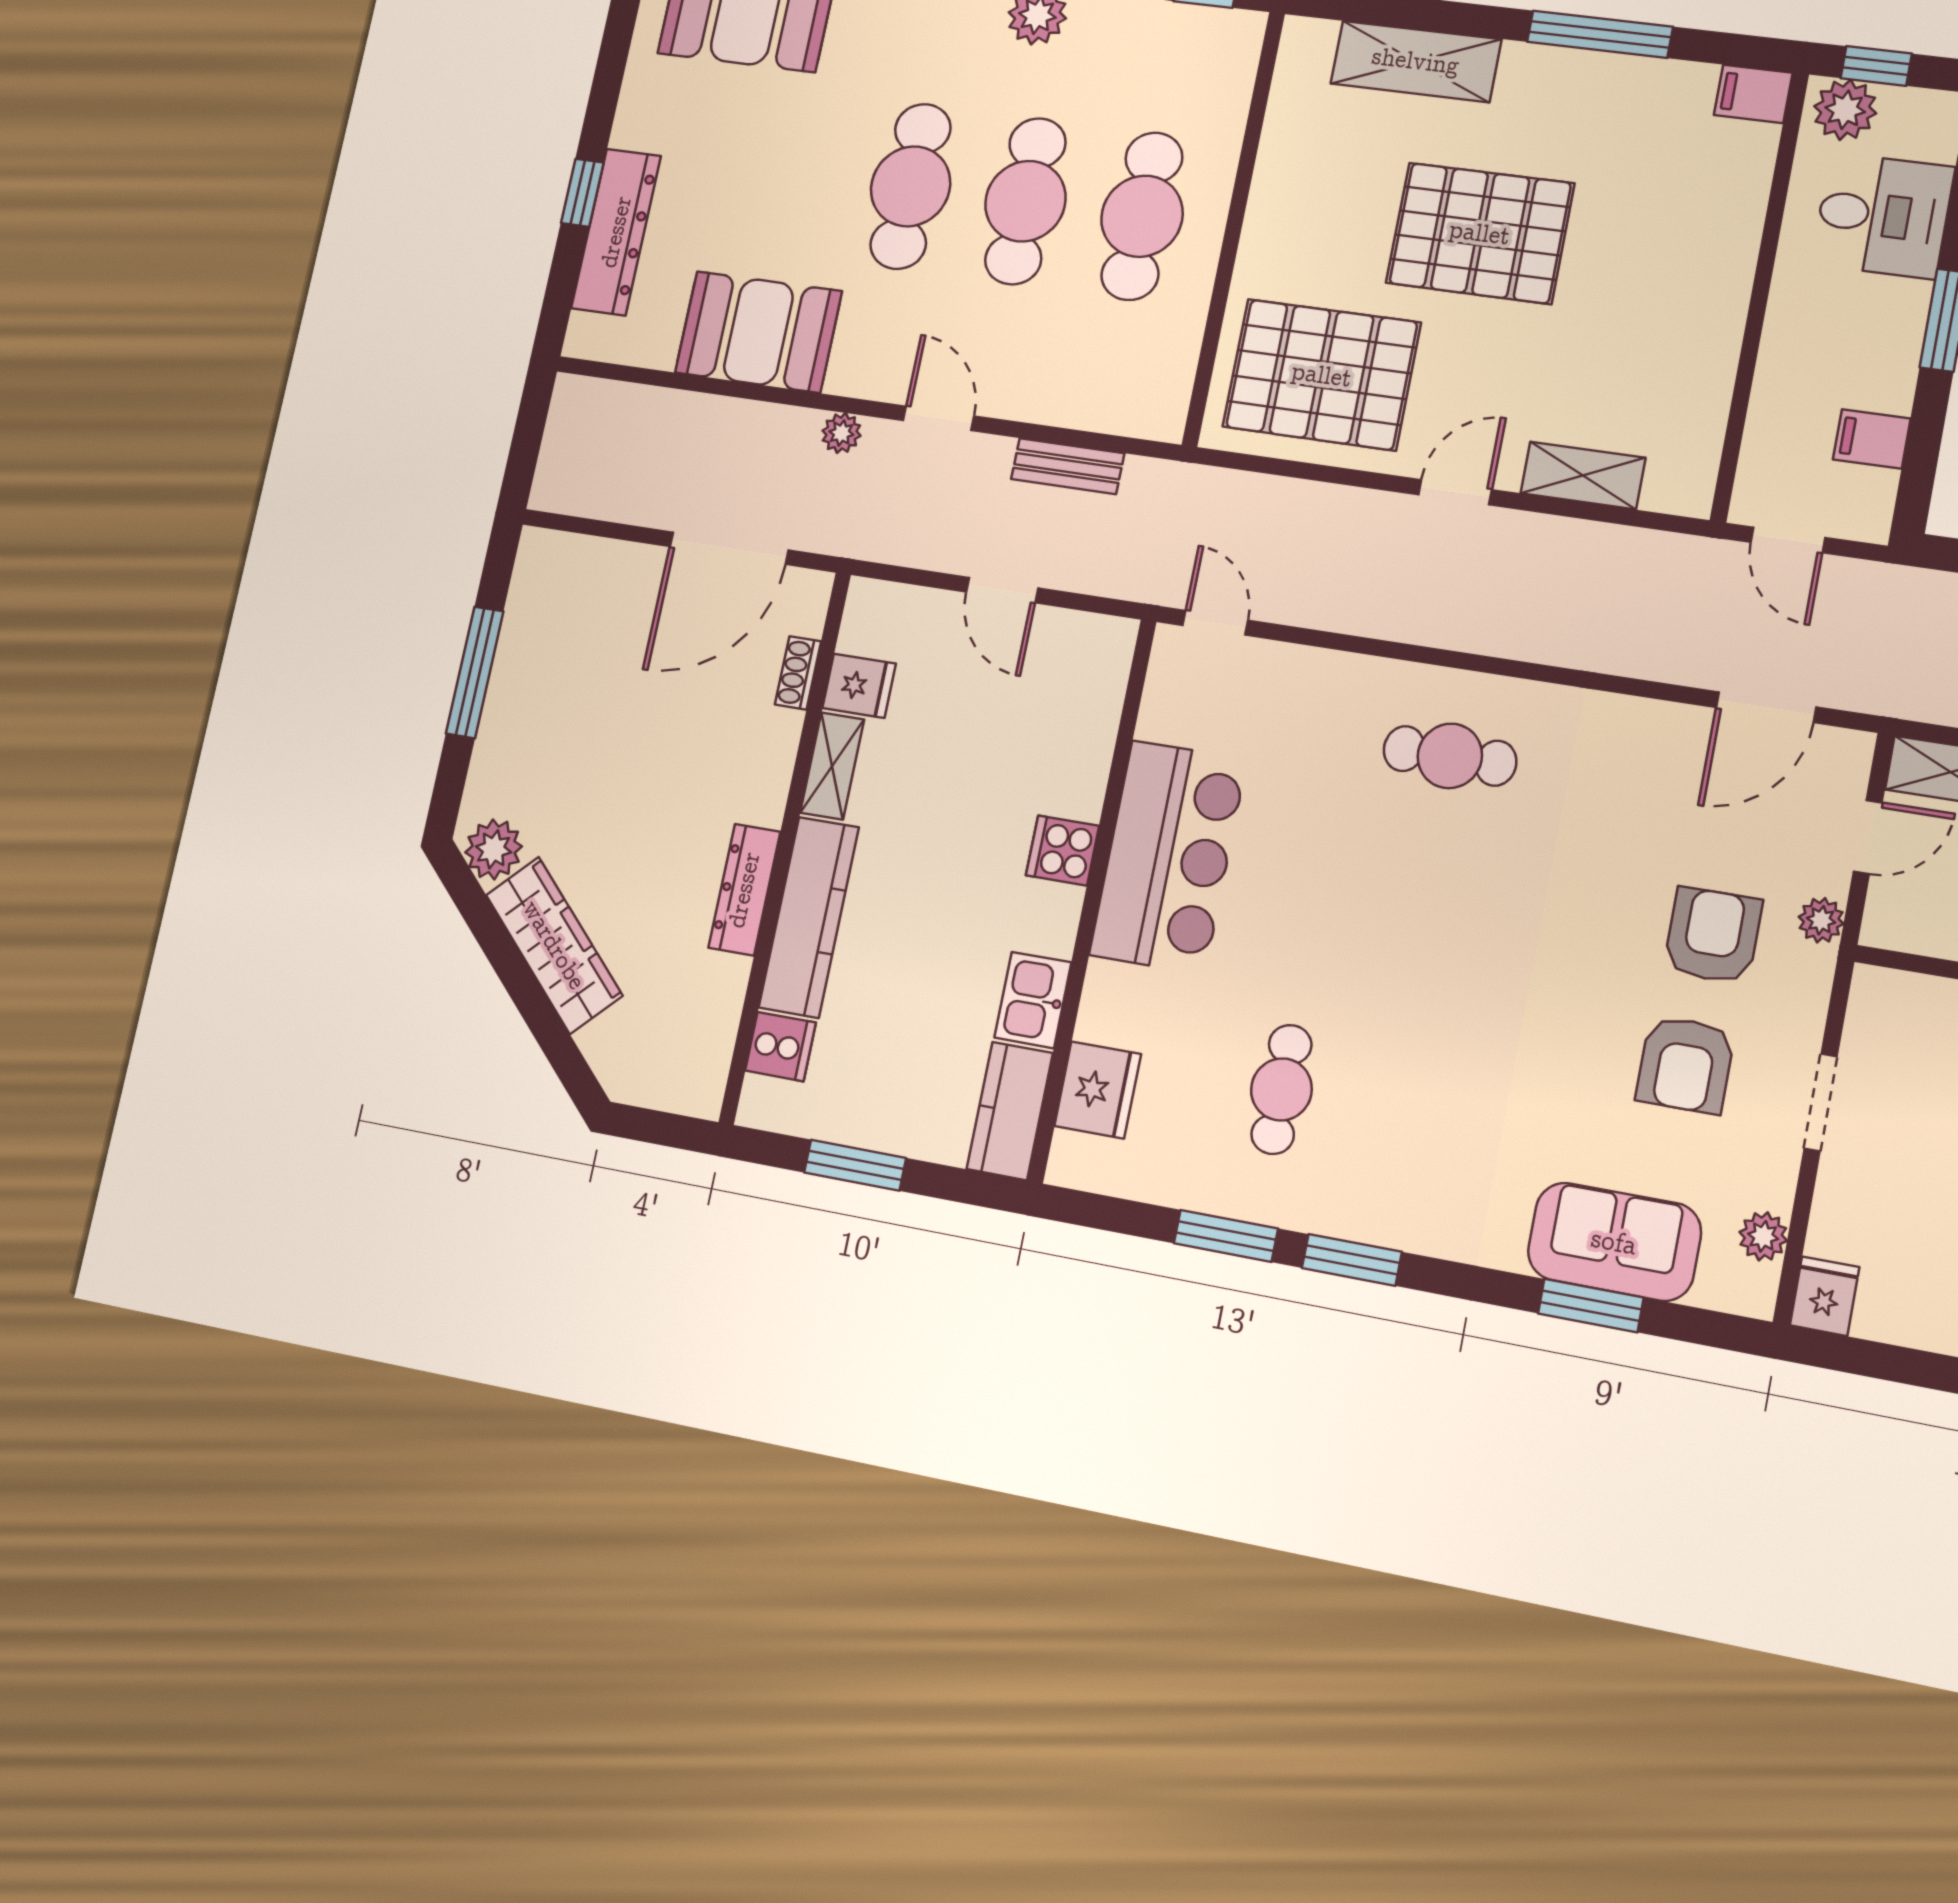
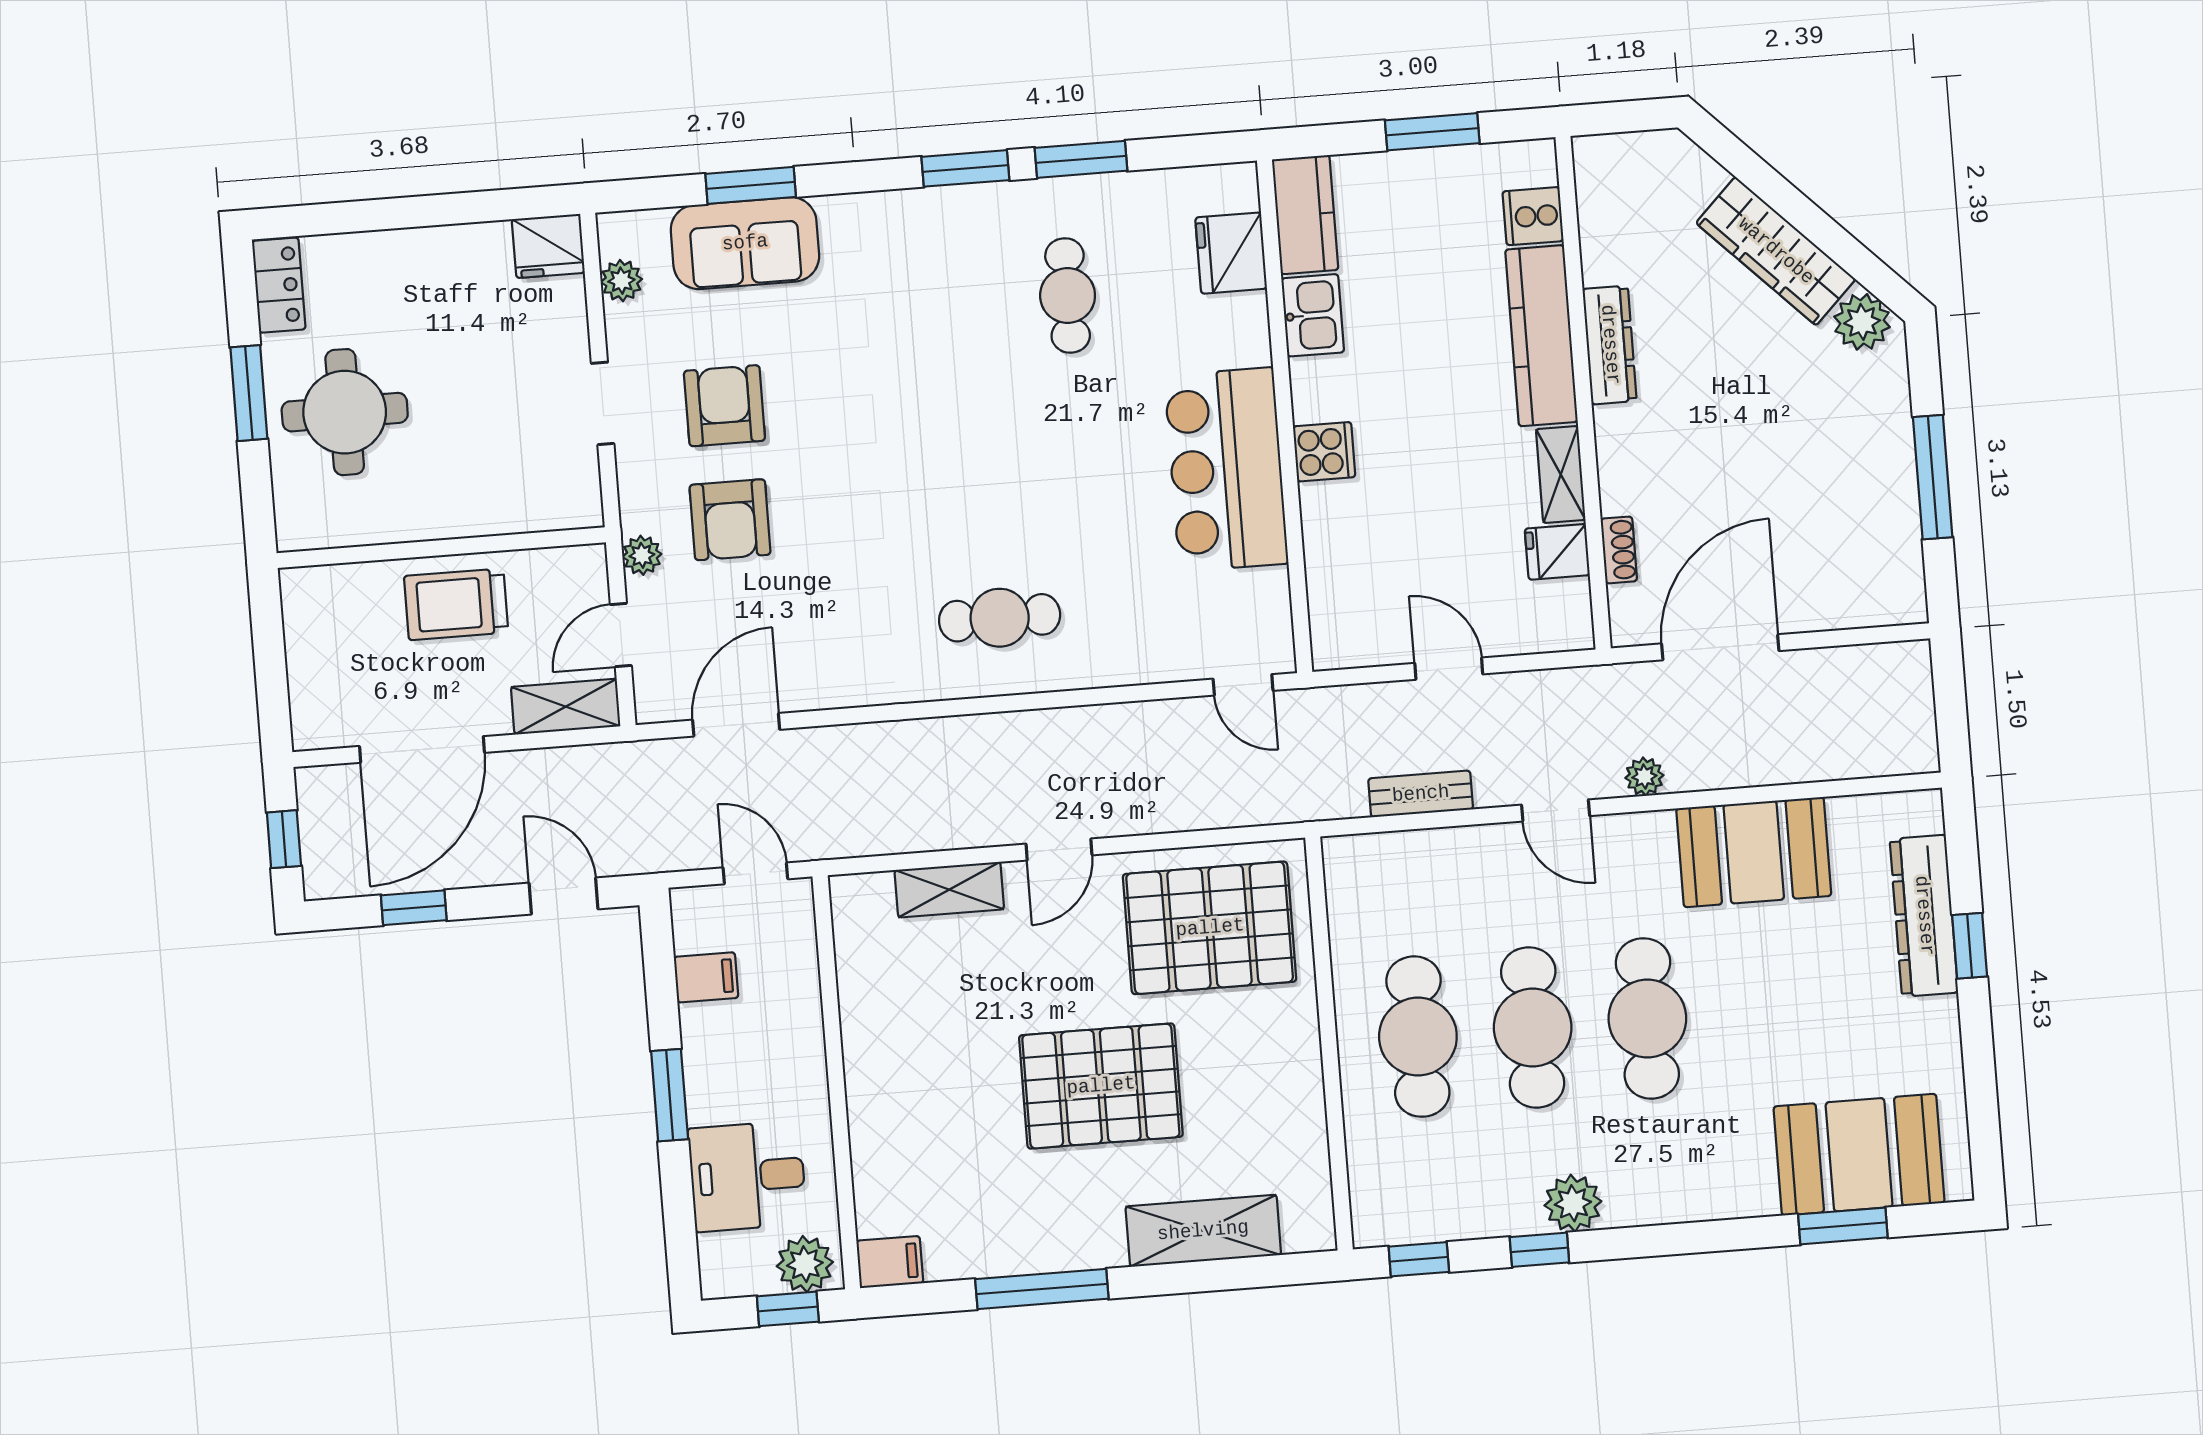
fridge: (1825, 1296) -> (548, 246), width x1.38

